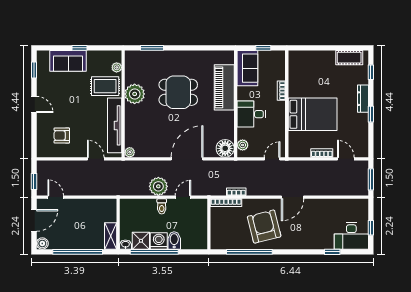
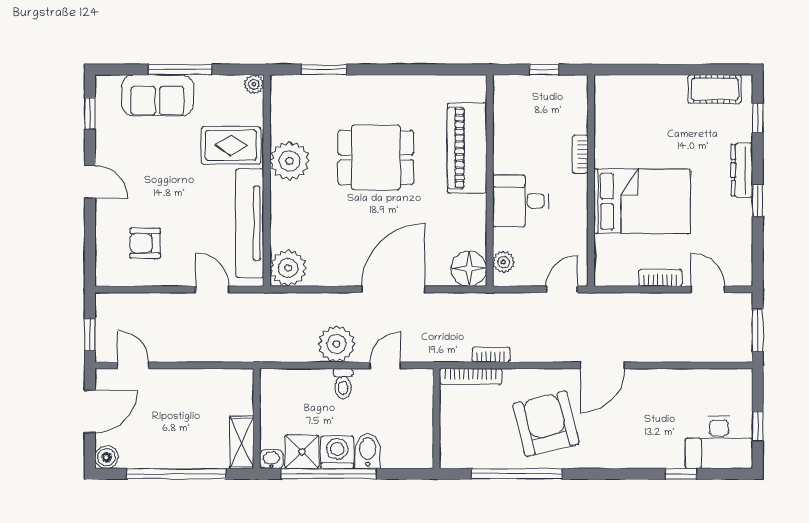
window: (79, 48) -> (180, 70), width x2.17
plant: (117, 67) -> (254, 84), moved
sofa: (247, 68) -> (513, 110), removed
plant: (130, 152) -> (288, 268), width x1.88, depth x1.88

